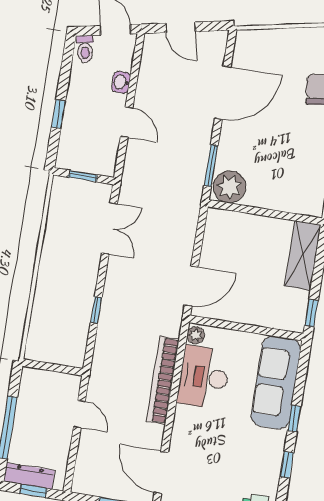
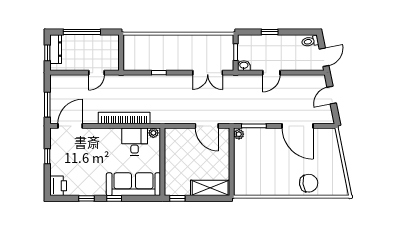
washbasin: (121, 82) -> (244, 66), moved
plant: (230, 187) -> (239, 134), width x0.53, depth x0.53
door: (191, 286) -> (207, 126), moved
desk: (204, 377) -> (135, 142), width x0.73

